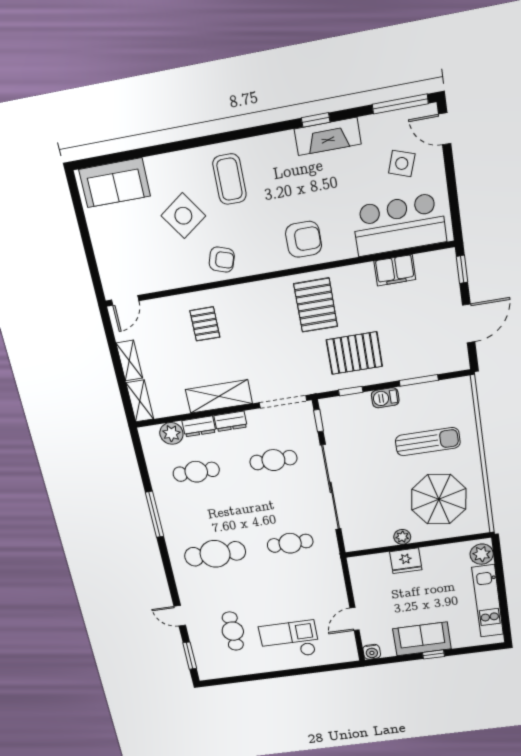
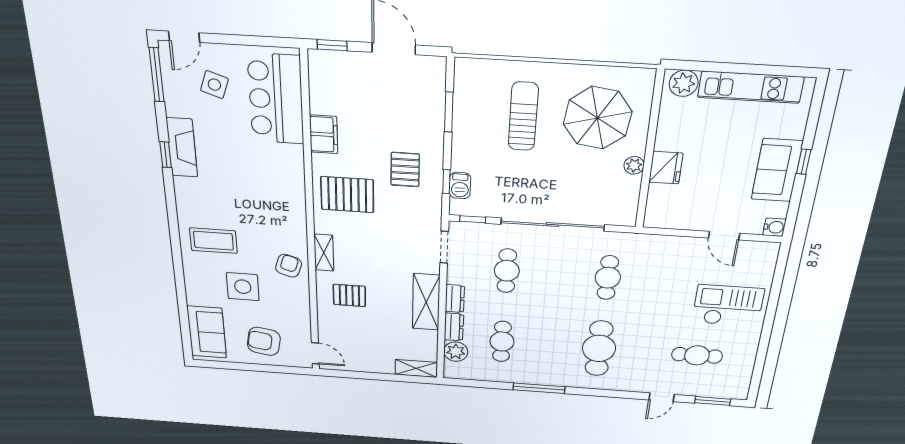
side table: (183, 216) -> (243, 287), turned 35
armchair: (304, 239) -> (264, 341), moved, turned -81
filing cabinet: (395, 270) -> (324, 134), moved
pallet: (354, 353) -> (405, 170), width x0.67, depth x0.71
shelving: (129, 361) -> (324, 253), moved, turned 90
barbecue: (385, 398) -> (460, 186), moved
doorway: (283, 402) -> (444, 247), width x0.73
checkout: (289, 640) -> (728, 306), turned 90

